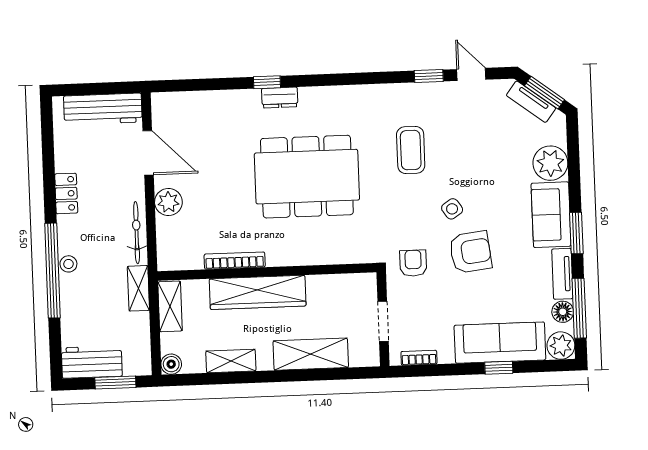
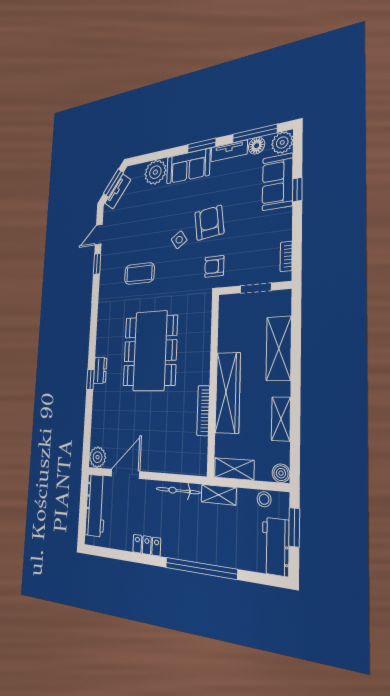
plant: (168, 202) -> (98, 457), moved
stool: (68, 264) -> (264, 499), moved
sofa: (500, 343) -> (278, 182), width x0.73

